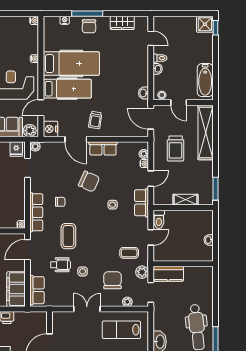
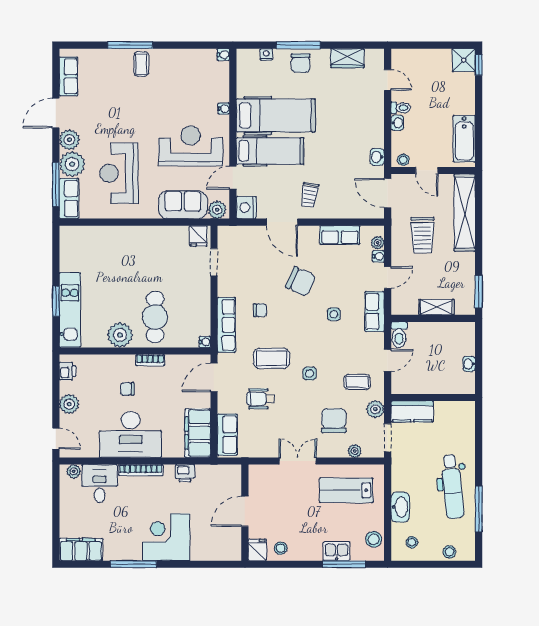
plant: (35, 146) -> (225, 232), removed
row of seats: (103, 148) -> (340, 235), moved
coffee table: (68, 236) -> (272, 358), turned 90
wheelchair: (61, 265) -> (261, 399), turned 180
side table: (83, 271) -> (310, 374), moved

